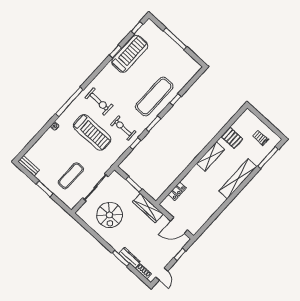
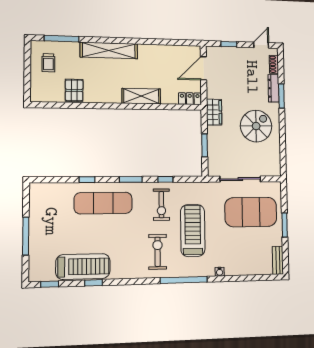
treadmill: (130, 54) -> (83, 267), turned 180
shelving: (211, 156) -> (141, 96), moved
exercise mat: (71, 176) -> (251, 212), width x2.00, depth x1.45
locker: (177, 191) -> (190, 99), moved
wardrobe: (148, 208) -> (214, 112), width x0.67
spiral stairs: (110, 215) -> (256, 126), moved
door: (179, 225) -> (203, 68), swing flipped

